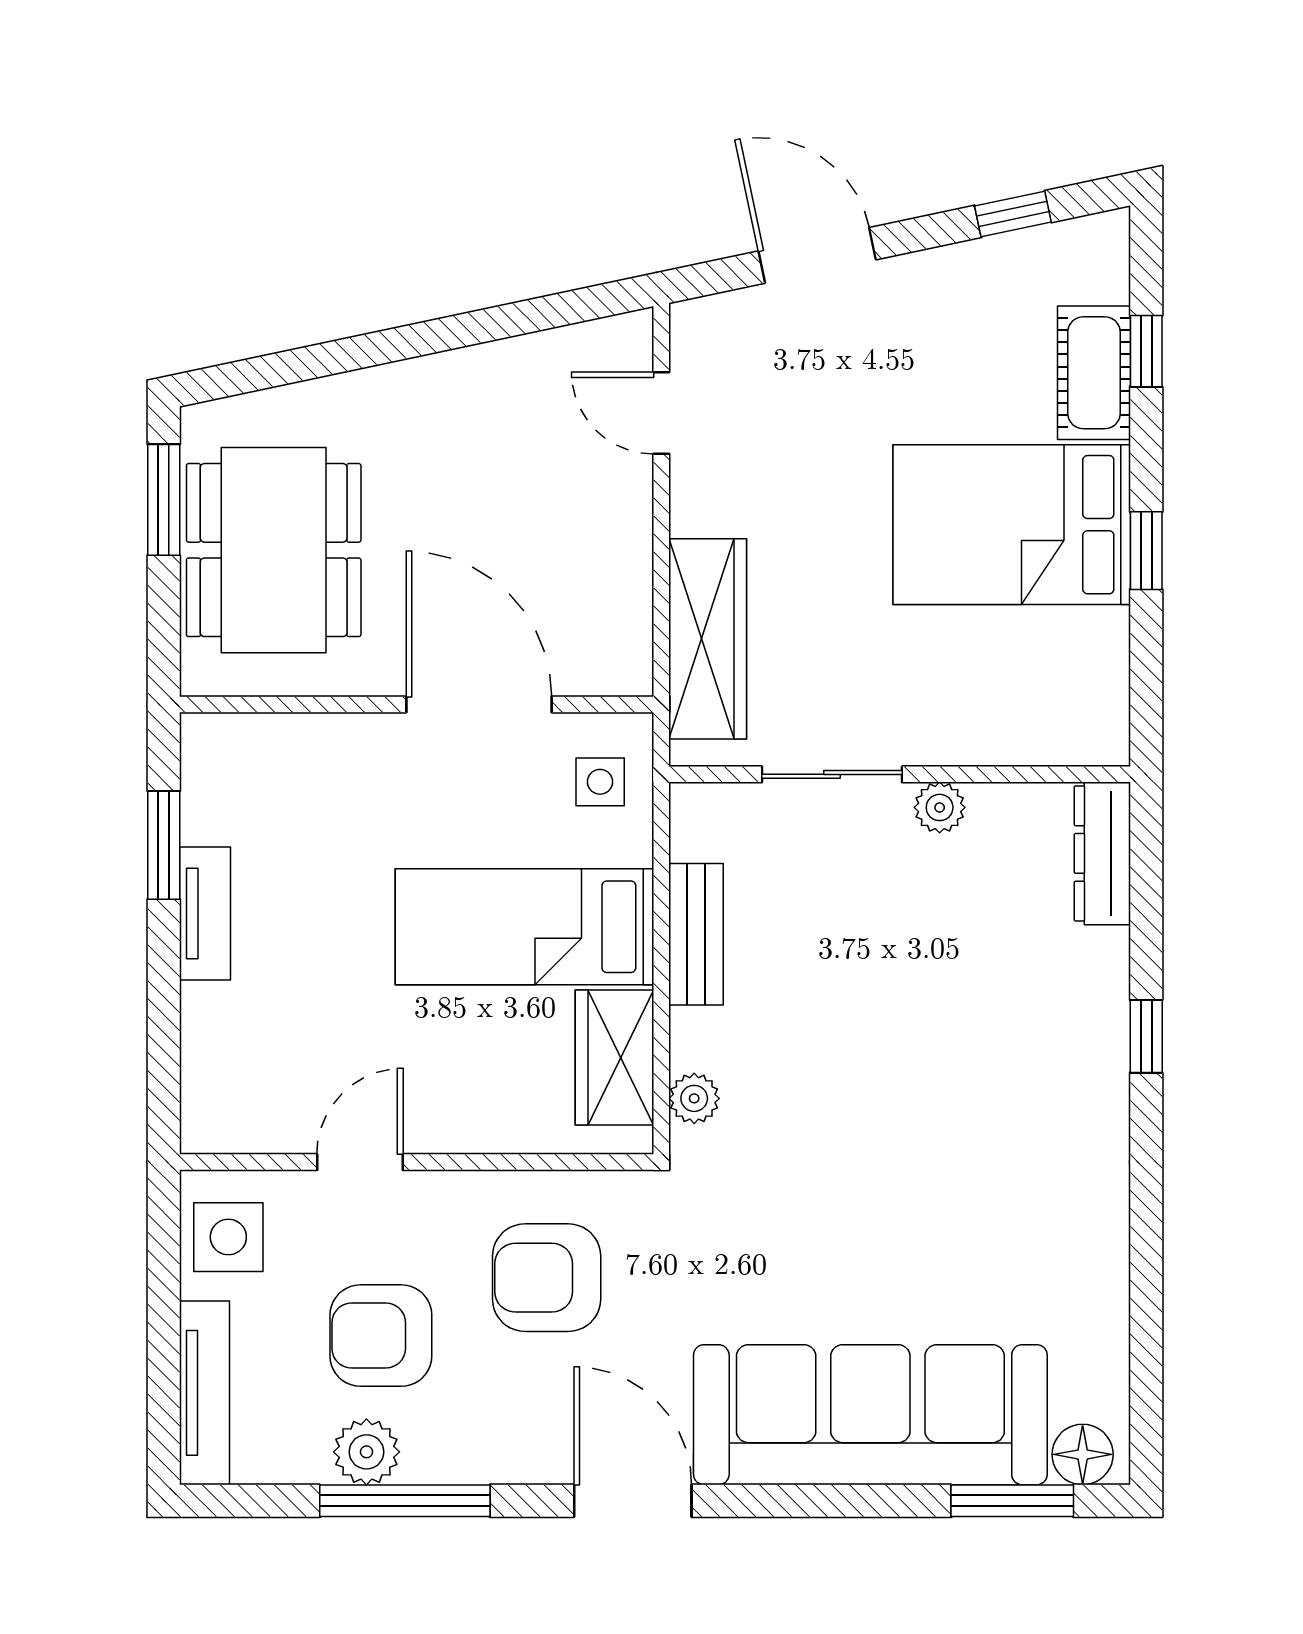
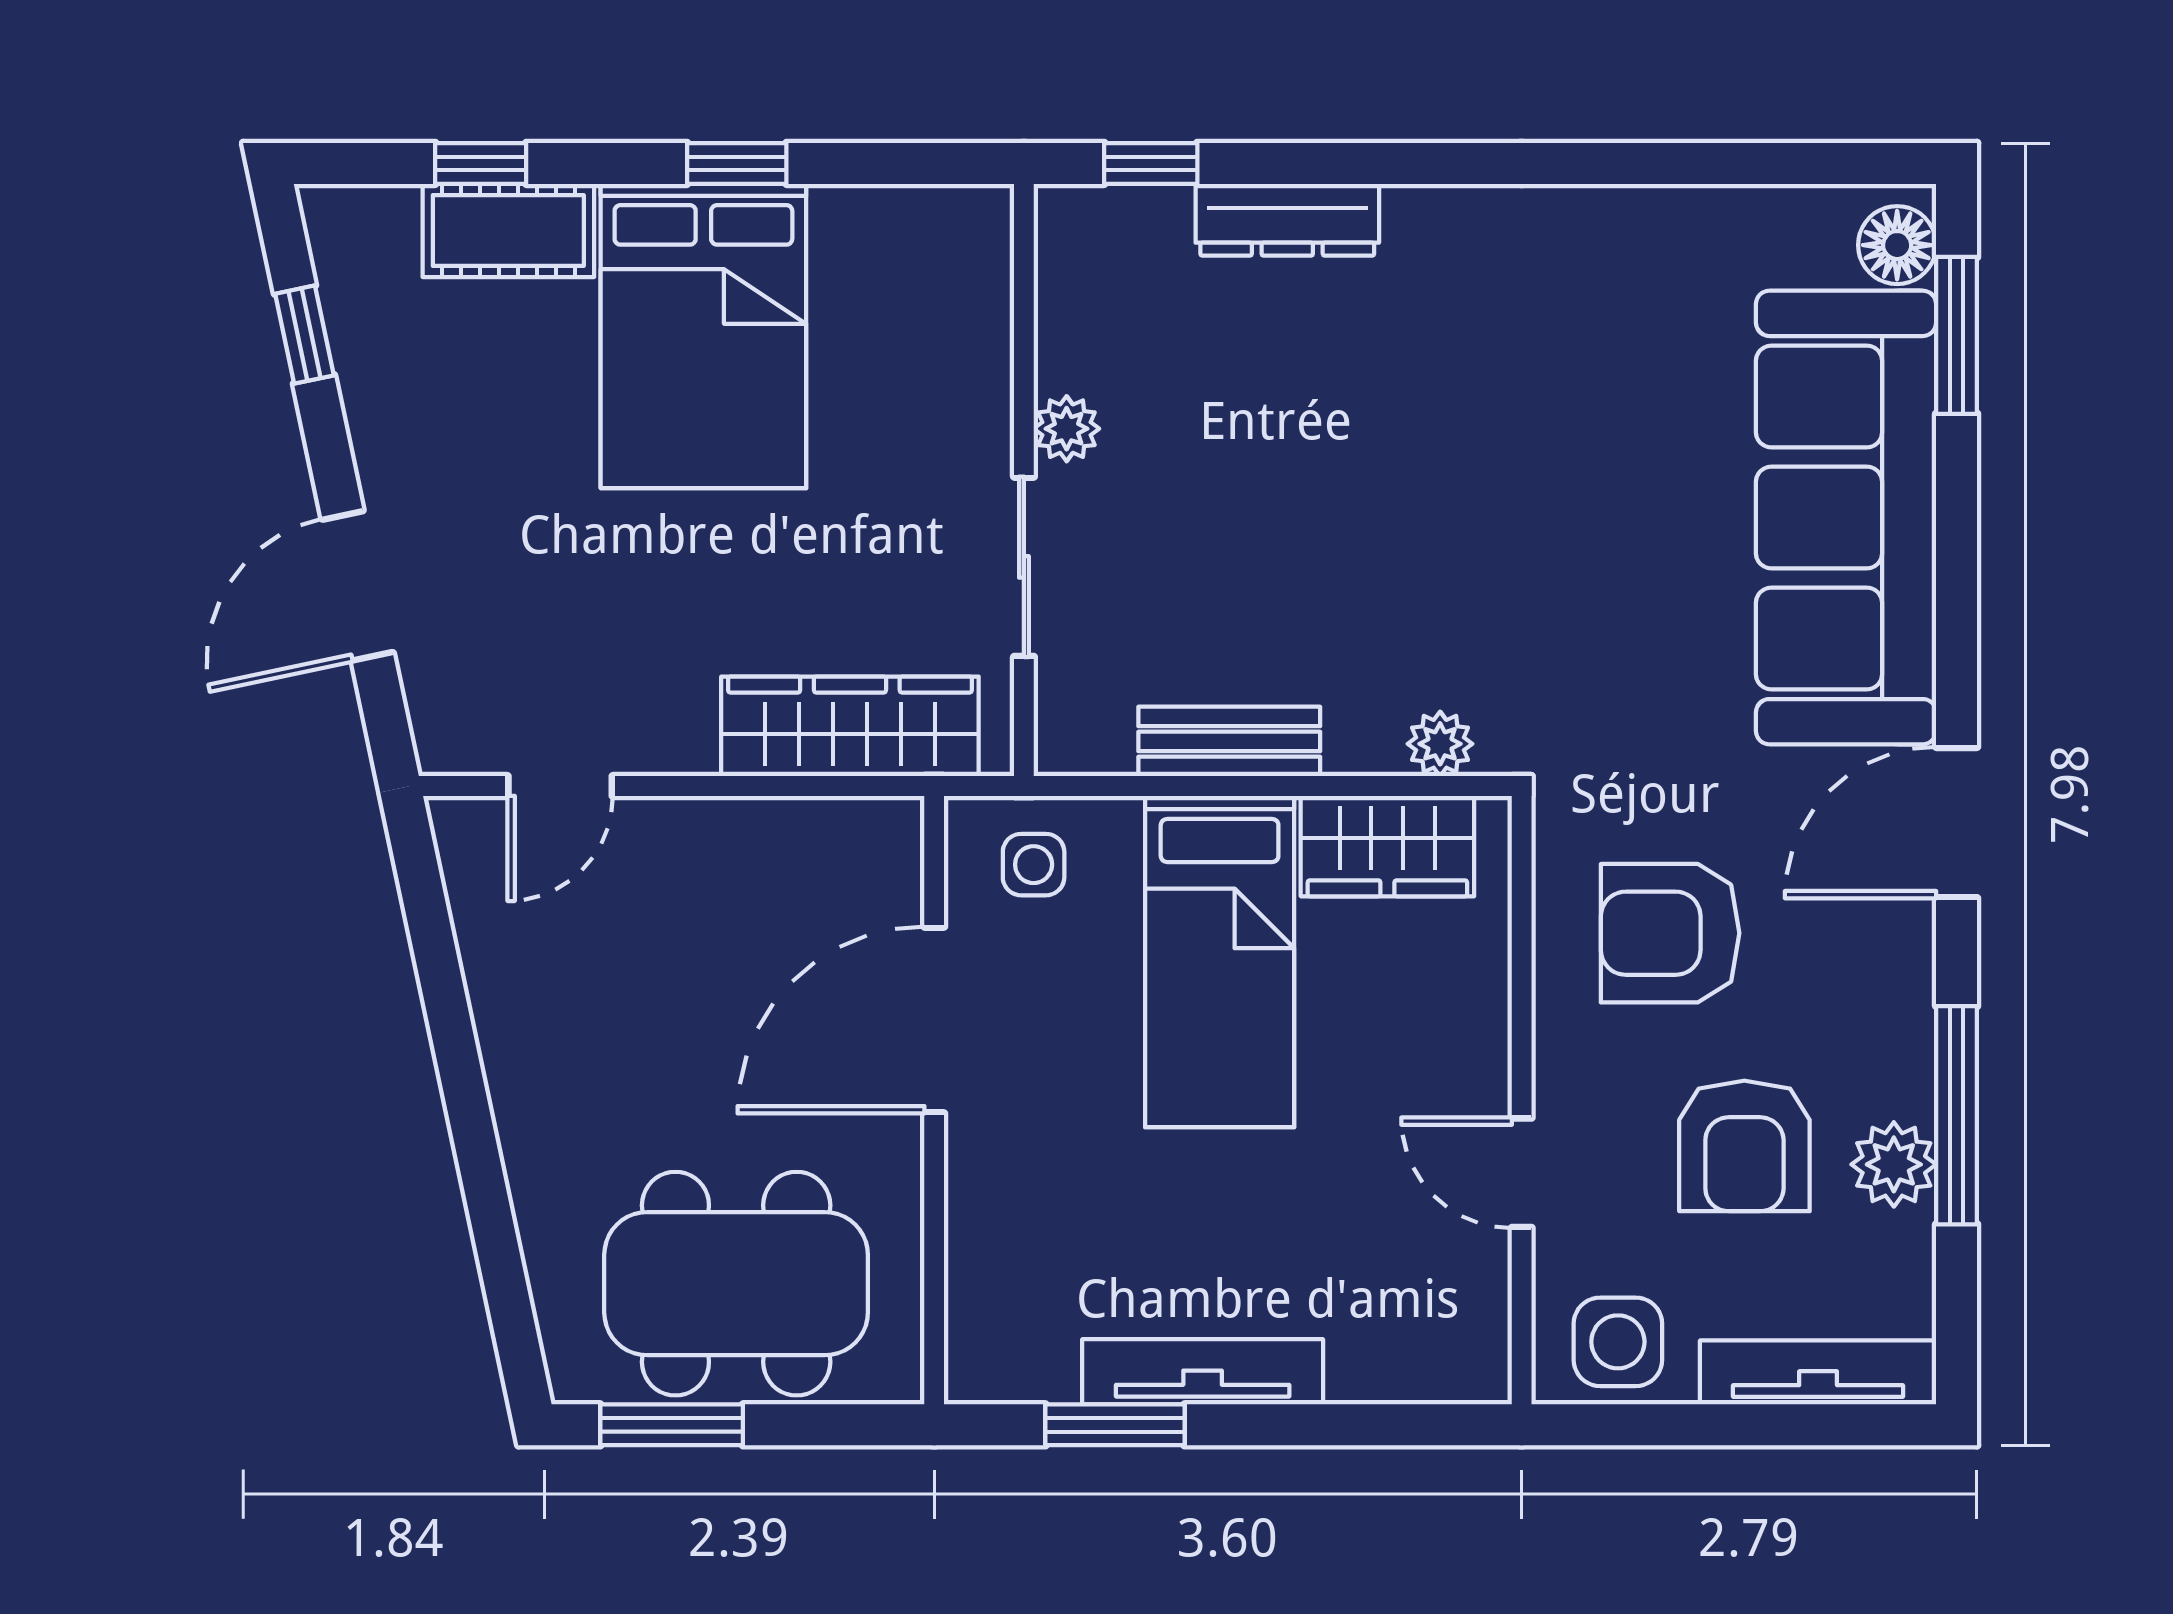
dresser: (1102, 853) -> (1287, 220), moved
tv unit: (205, 913) -> (1203, 1372), width x1.41
window: (1146, 1036) -> (1151, 163), moved
armchair: (547, 1278) -> (1670, 933), turned 90

